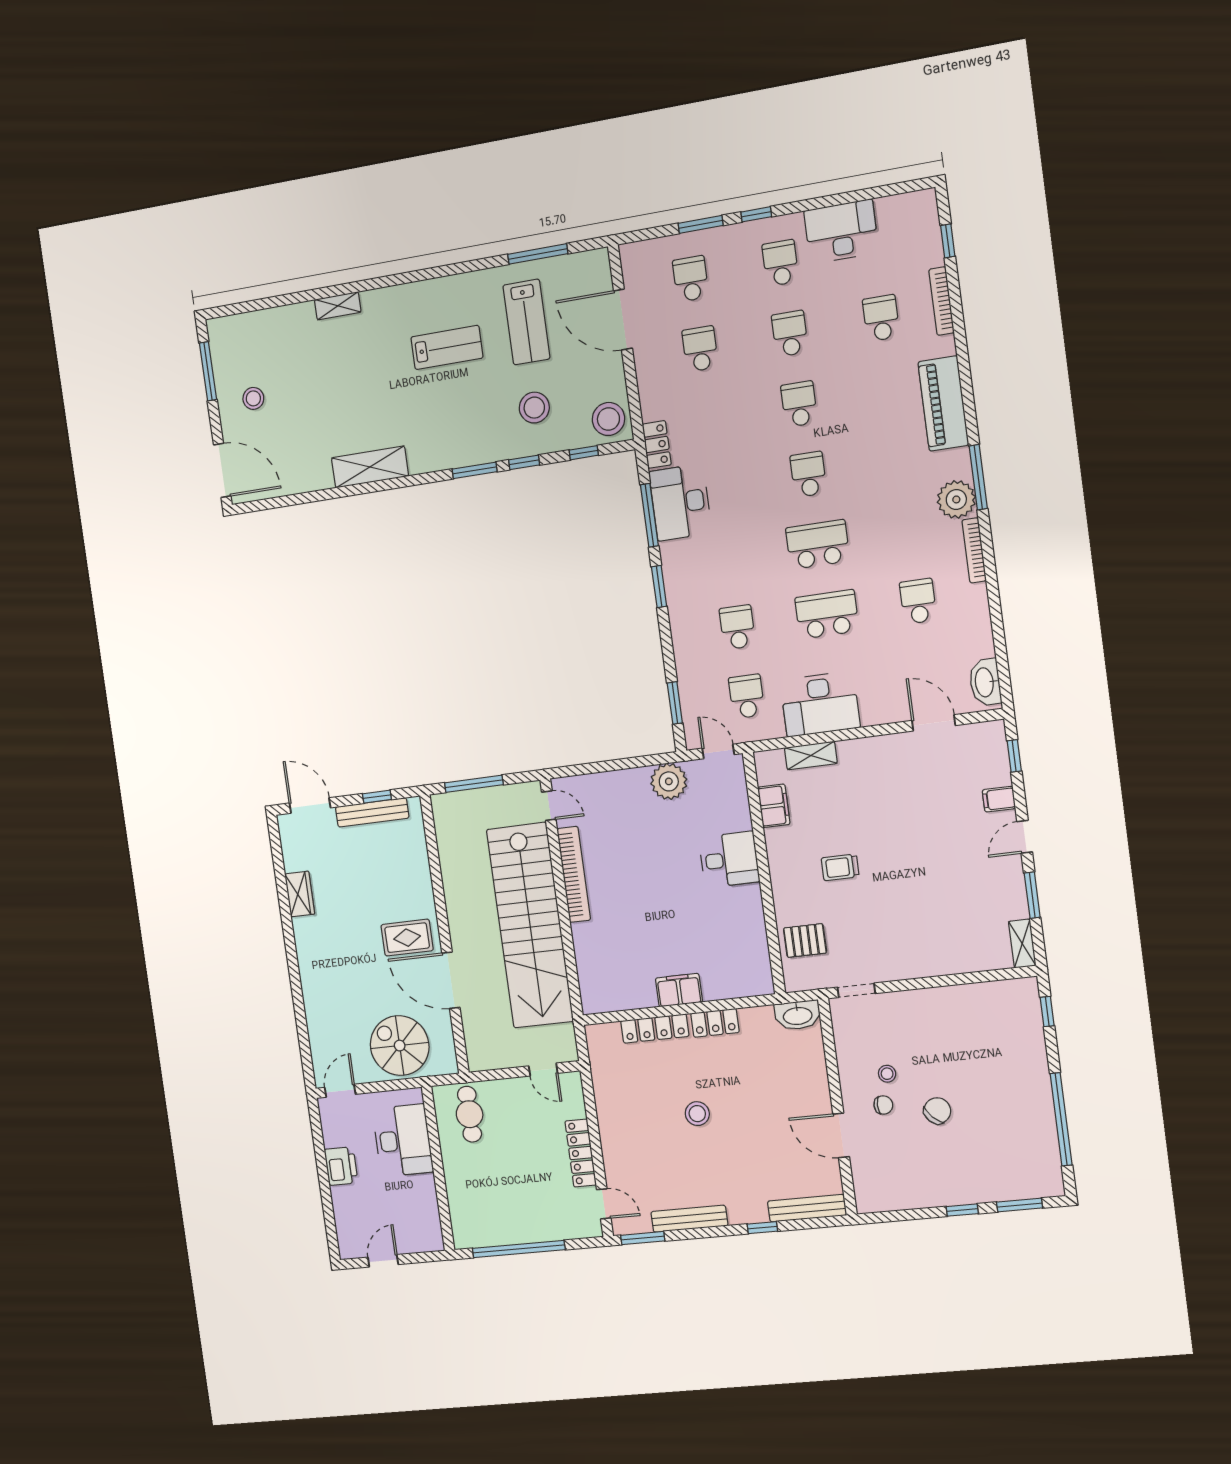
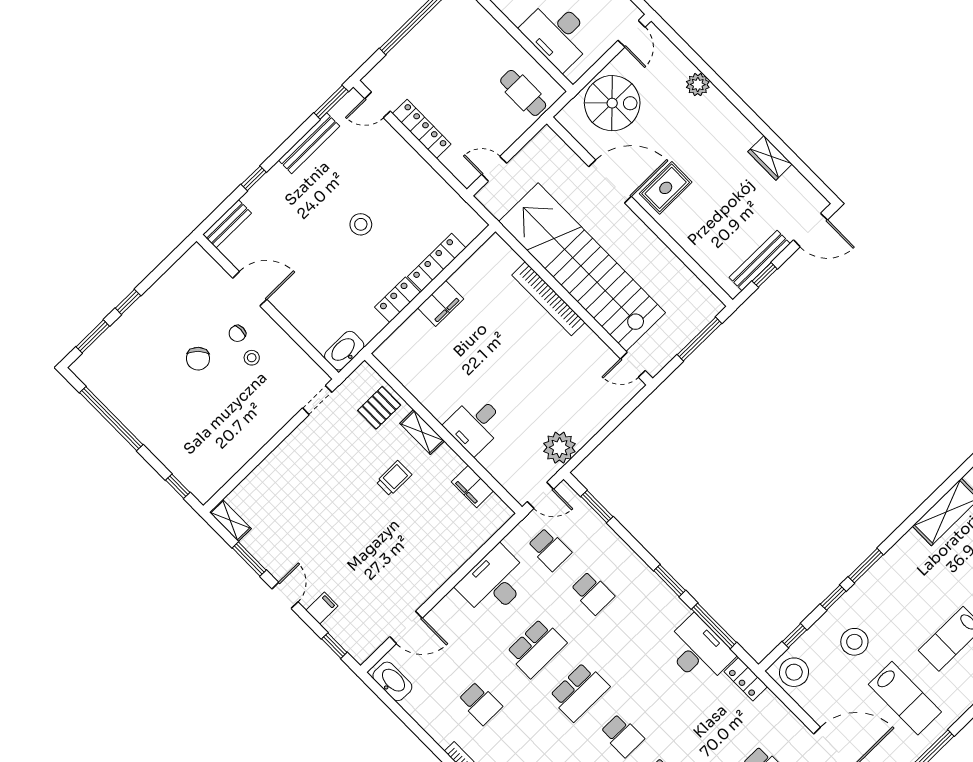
lab bench: (526, 322) -> (905, 698), turned 180
shelving: (811, 756) -> (422, 432), moved, turned 90
bookcase: (574, 874) -> (548, 299), moved
plant: (316, 1004) -> (698, 85), added
bench: (807, 1208) -> (227, 224), width x0.73

